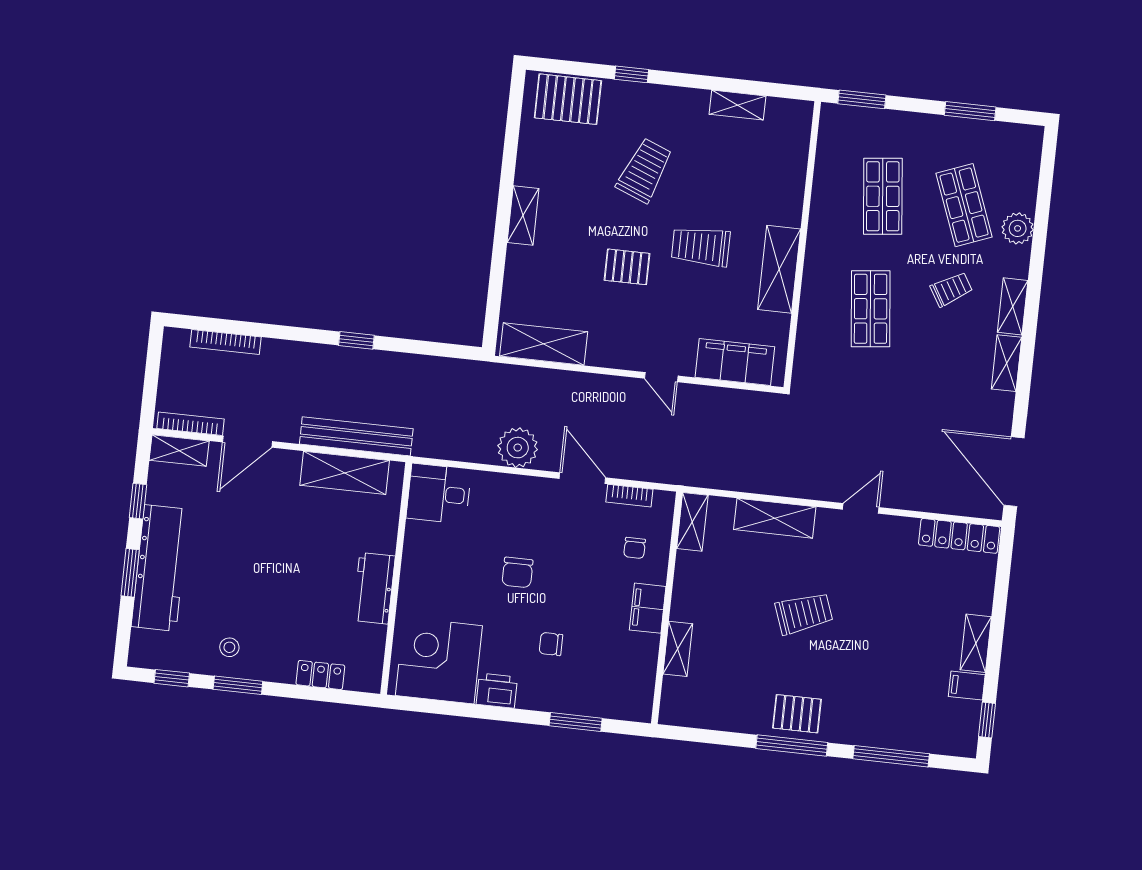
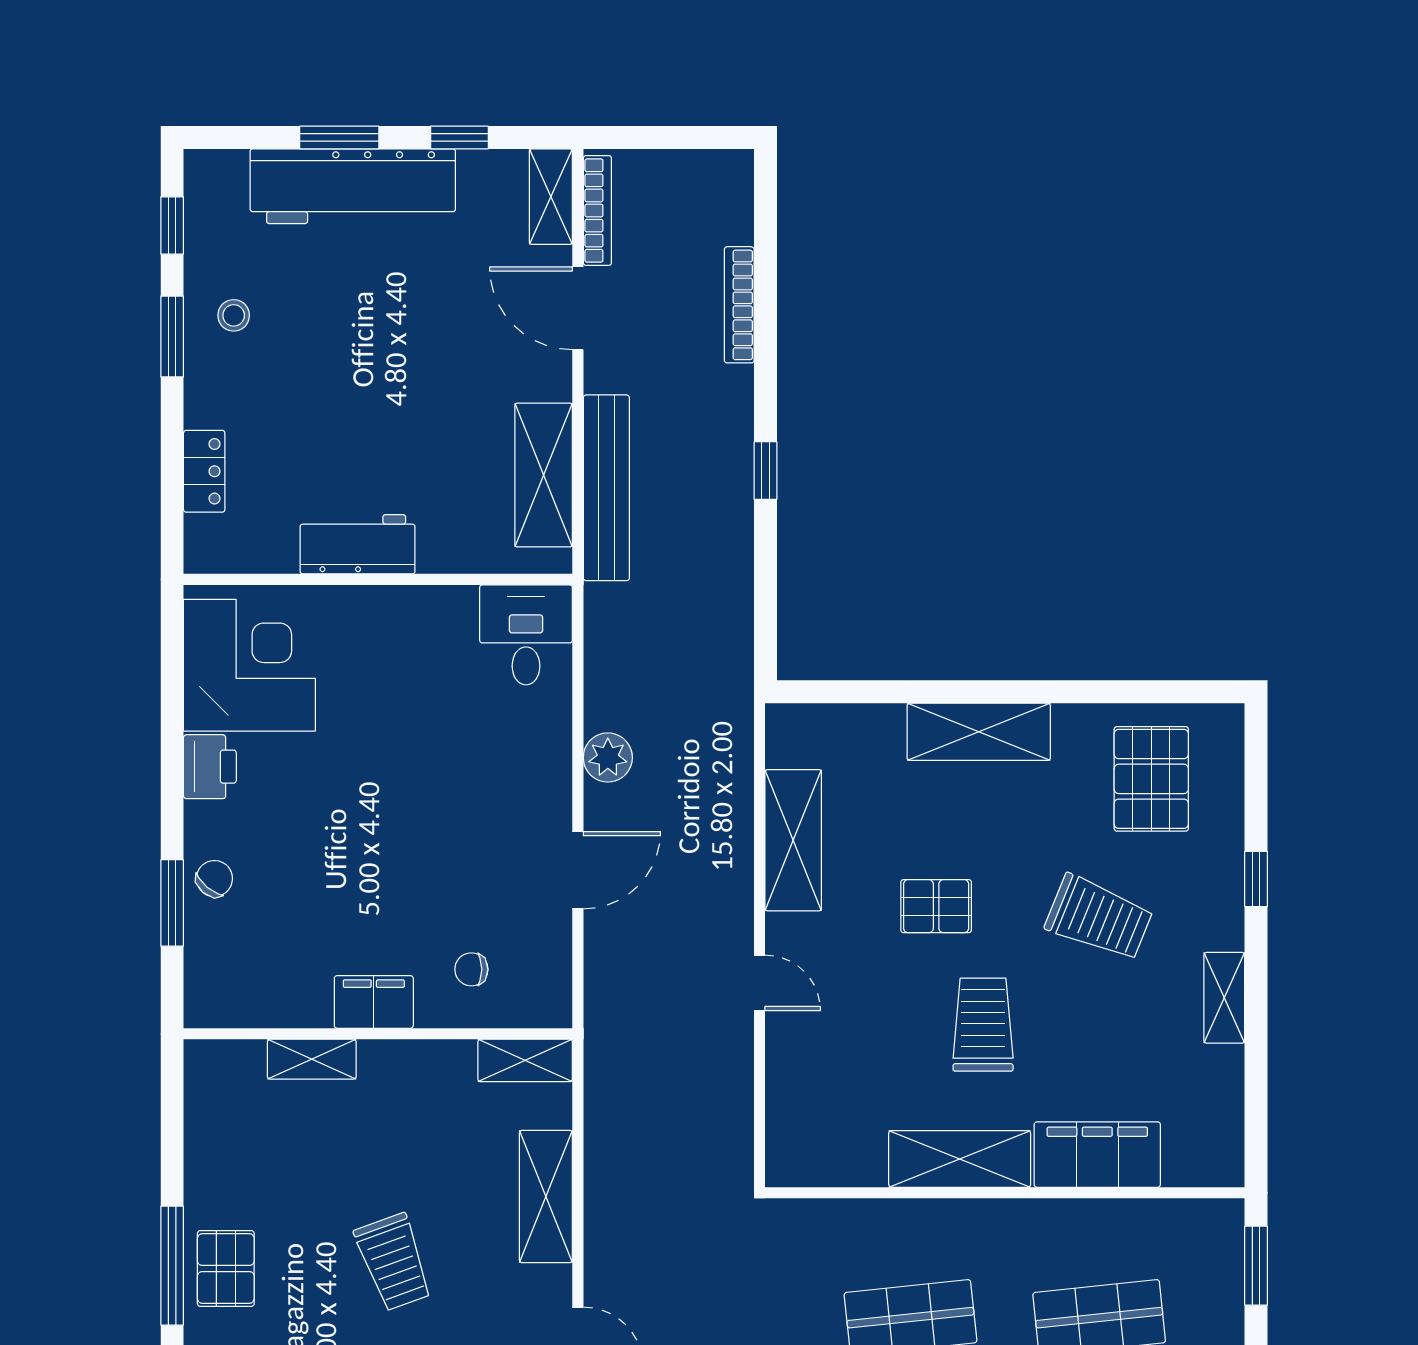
pallet: (568, 99) -> (1151, 779), moved
shelving: (738, 105) -> (1224, 998), moved
shelving: (523, 215) -> (979, 732), width x1.50, depth x1.33
pallet: (627, 267) -> (936, 906), turned 90
bookcase: (226, 342) -> (739, 305), moved
shelving: (544, 344) -> (793, 840), moved
filing cabinet: (735, 362) -> (1097, 1155), moved, turned -90
door: (661, 377) -> (760, 983), swing flipped
plant: (518, 448) -> (608, 757), width x0.73, depth x0.73
bookcase: (629, 496) -> (557, 951), removed
chair: (517, 572) -> (410, 780), removed
chair: (551, 644) -> (214, 879), moved, turned 40

